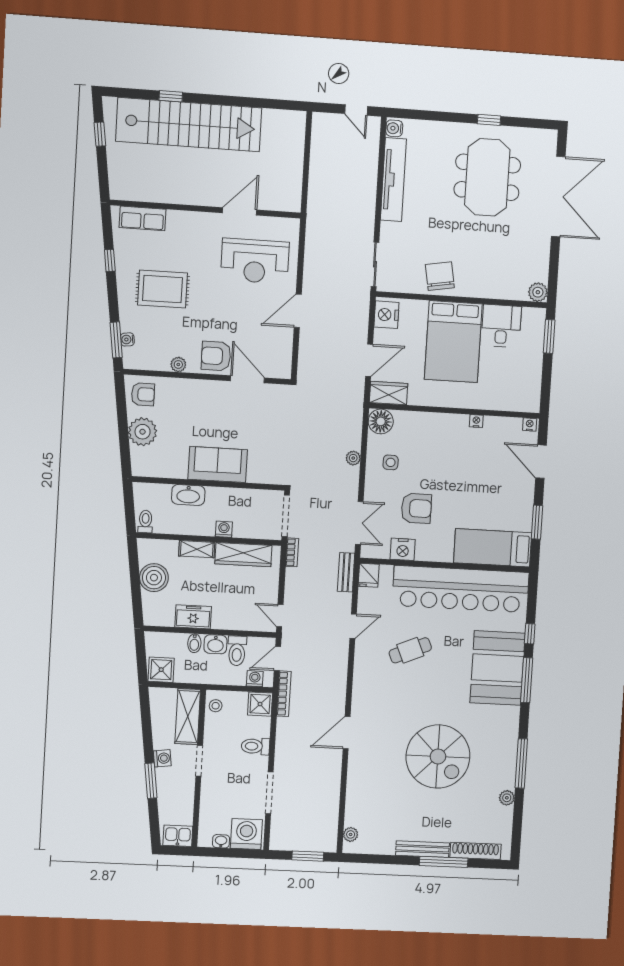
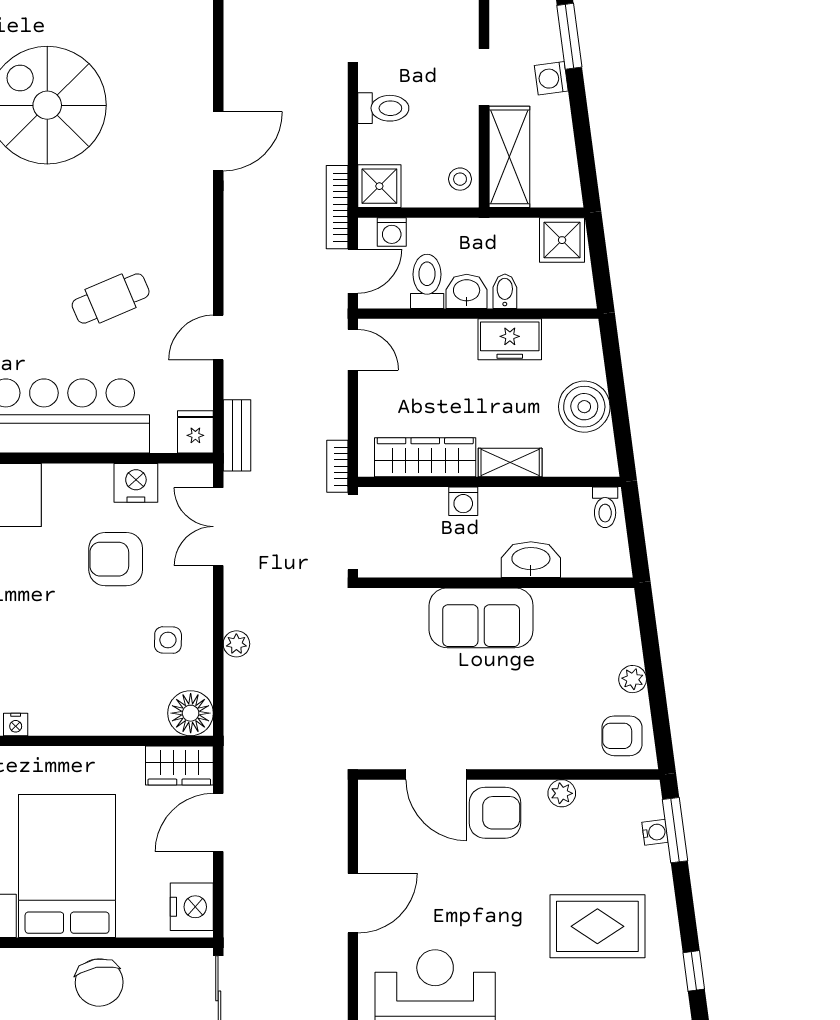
plant: (143, 432) -> (633, 679), width x0.53, depth x0.53

